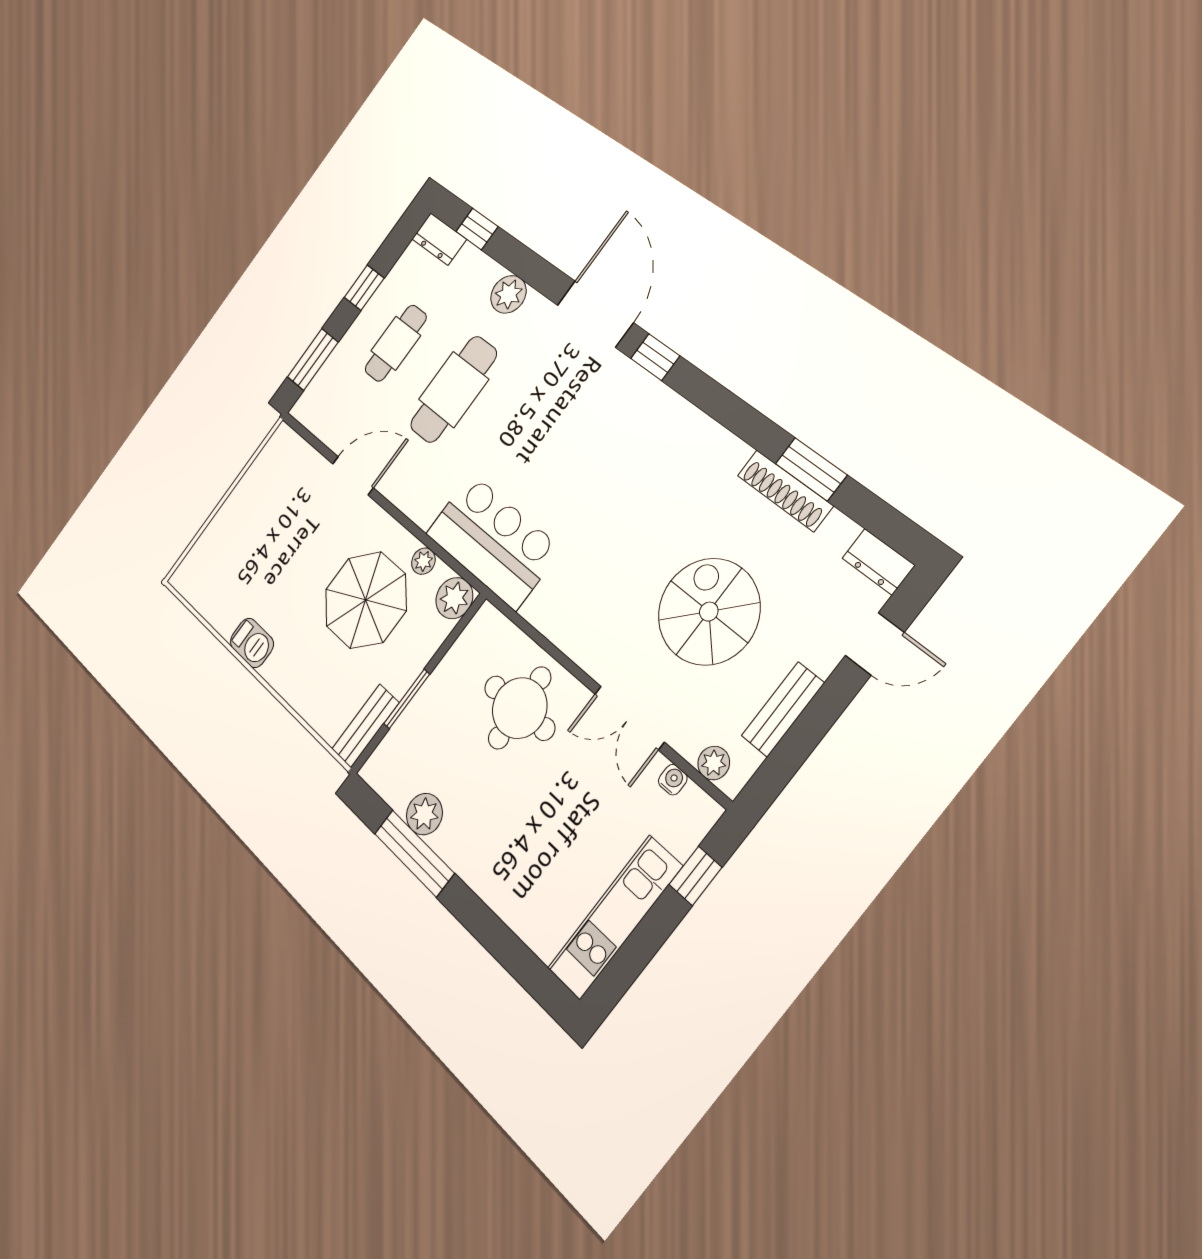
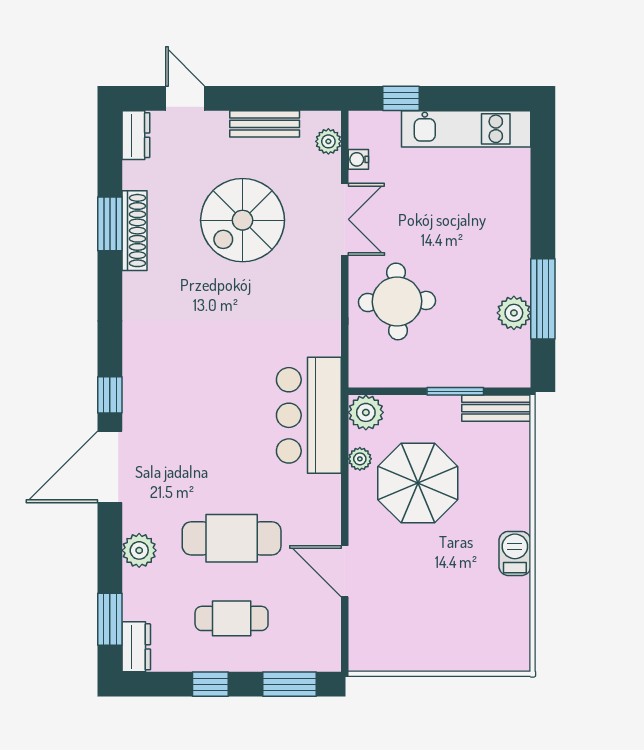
window: (477, 229) -> (110, 619), width x1.50

